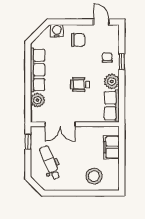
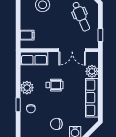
row of seats: (112, 106) -> (34, 58), moved, turned 90
double door: (60, 124) -> (72, 50), swing flipped
filing cabinet: (111, 147) -> (27, 35), width x0.50

